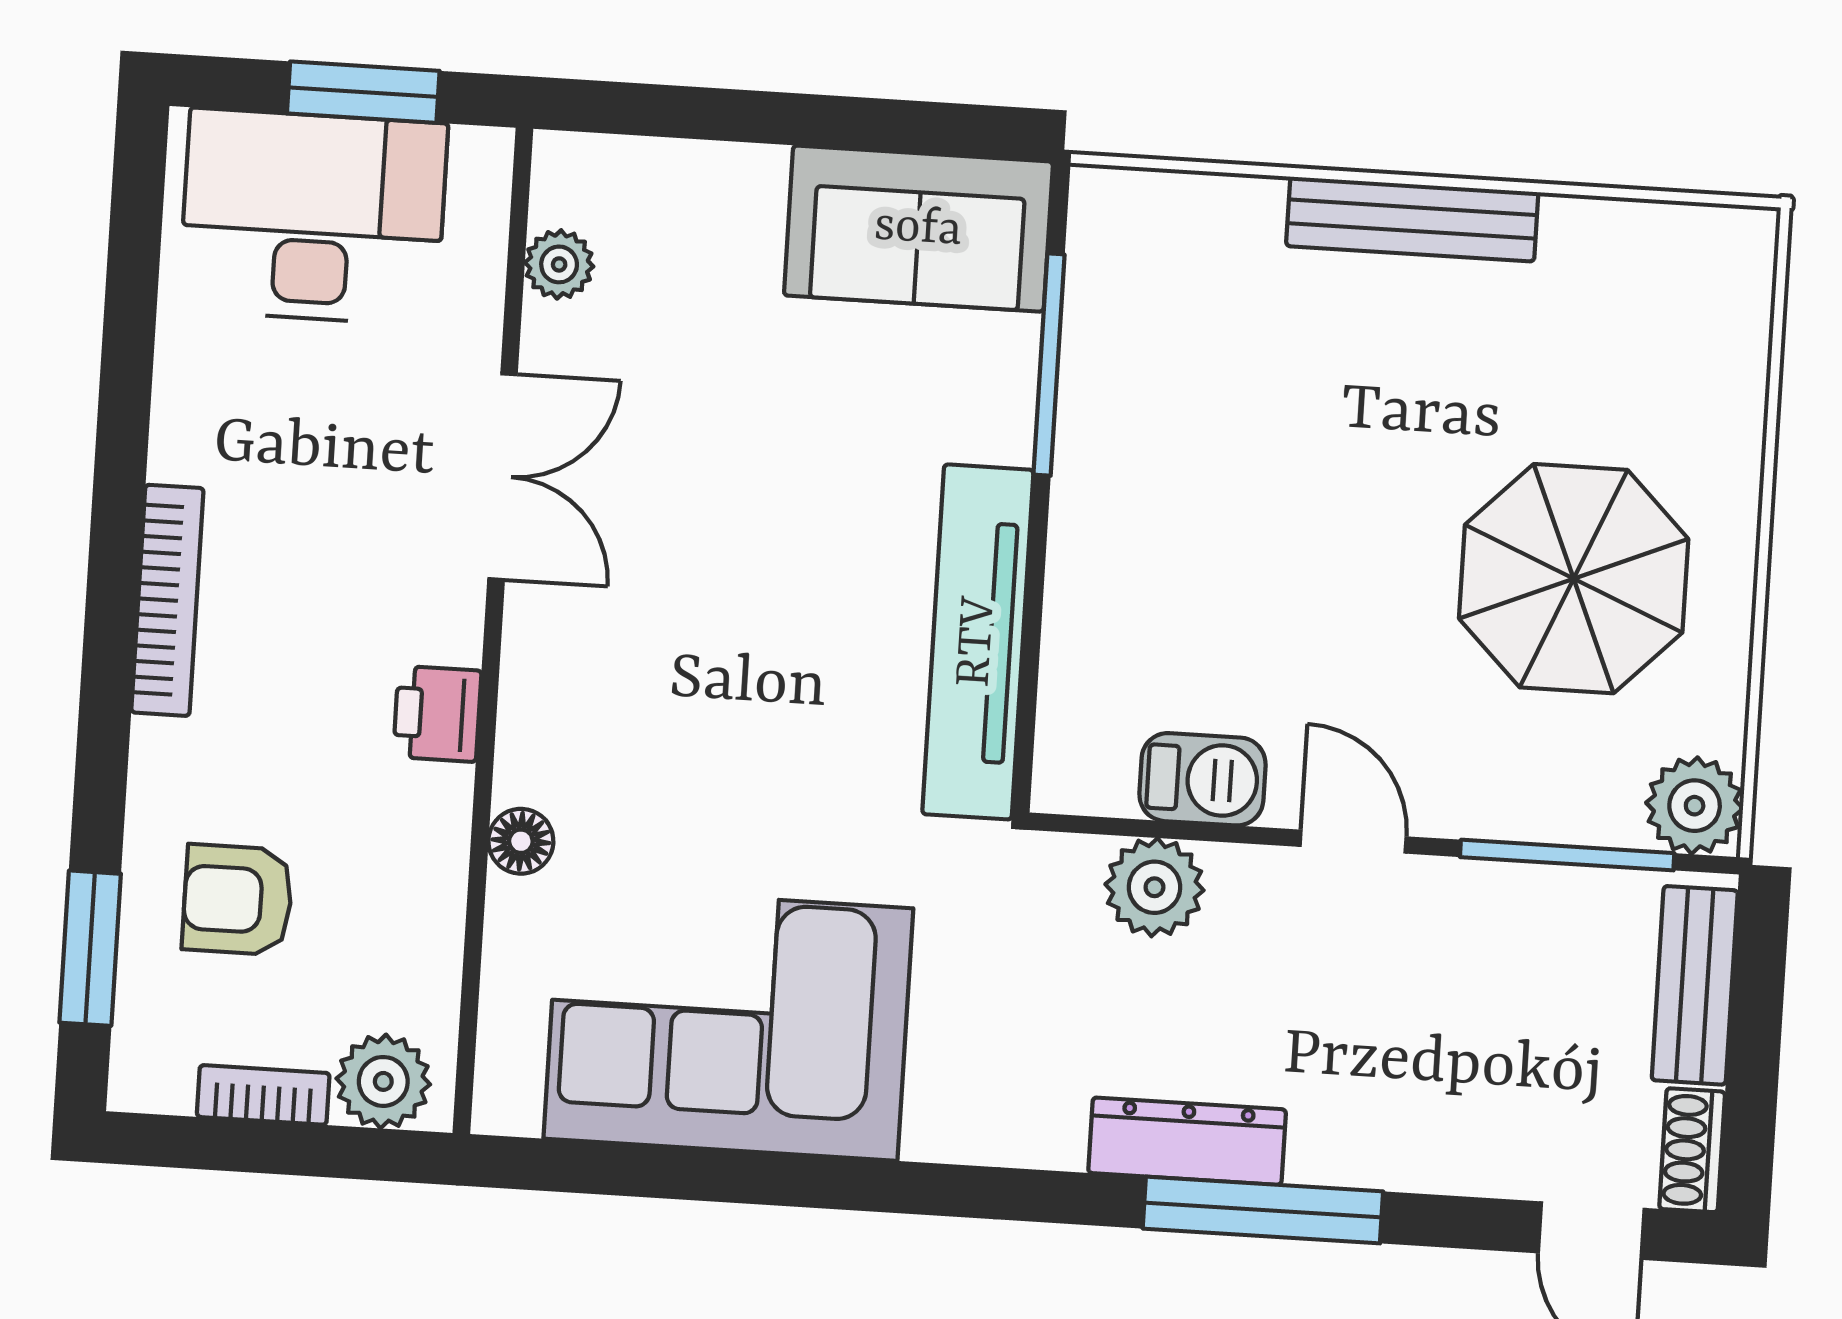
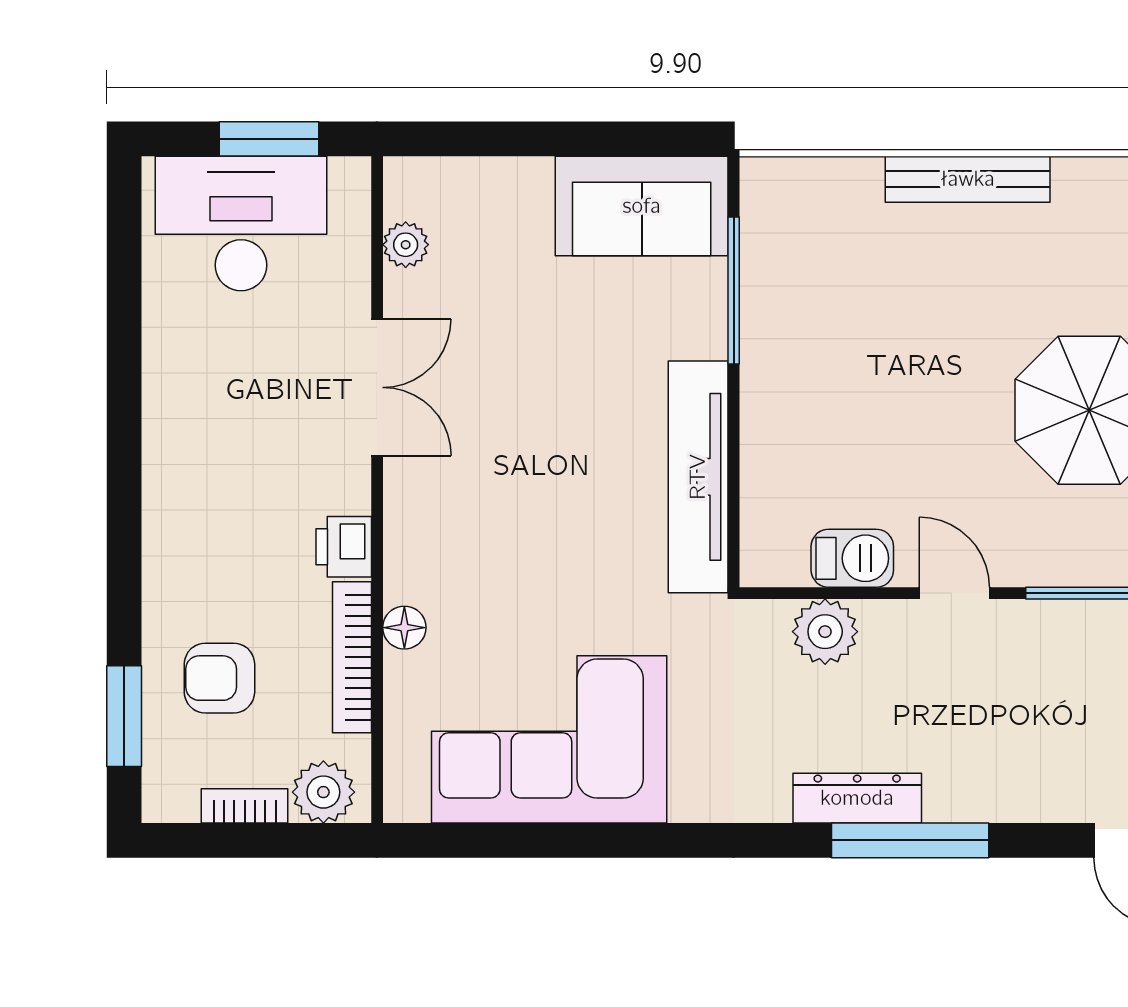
bookcase: (167, 600) -> (352, 657), moved, turned 180

